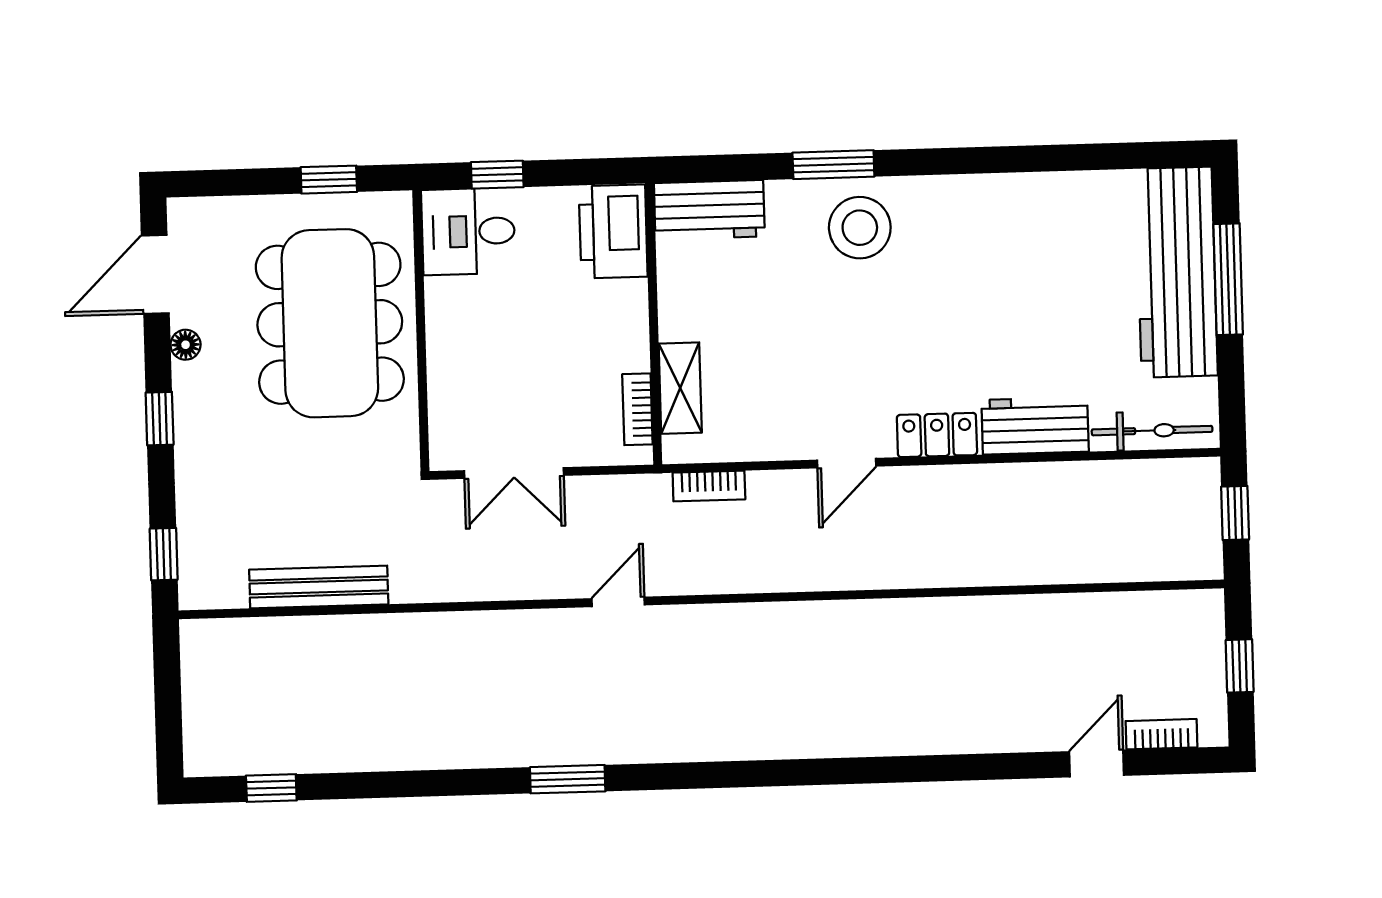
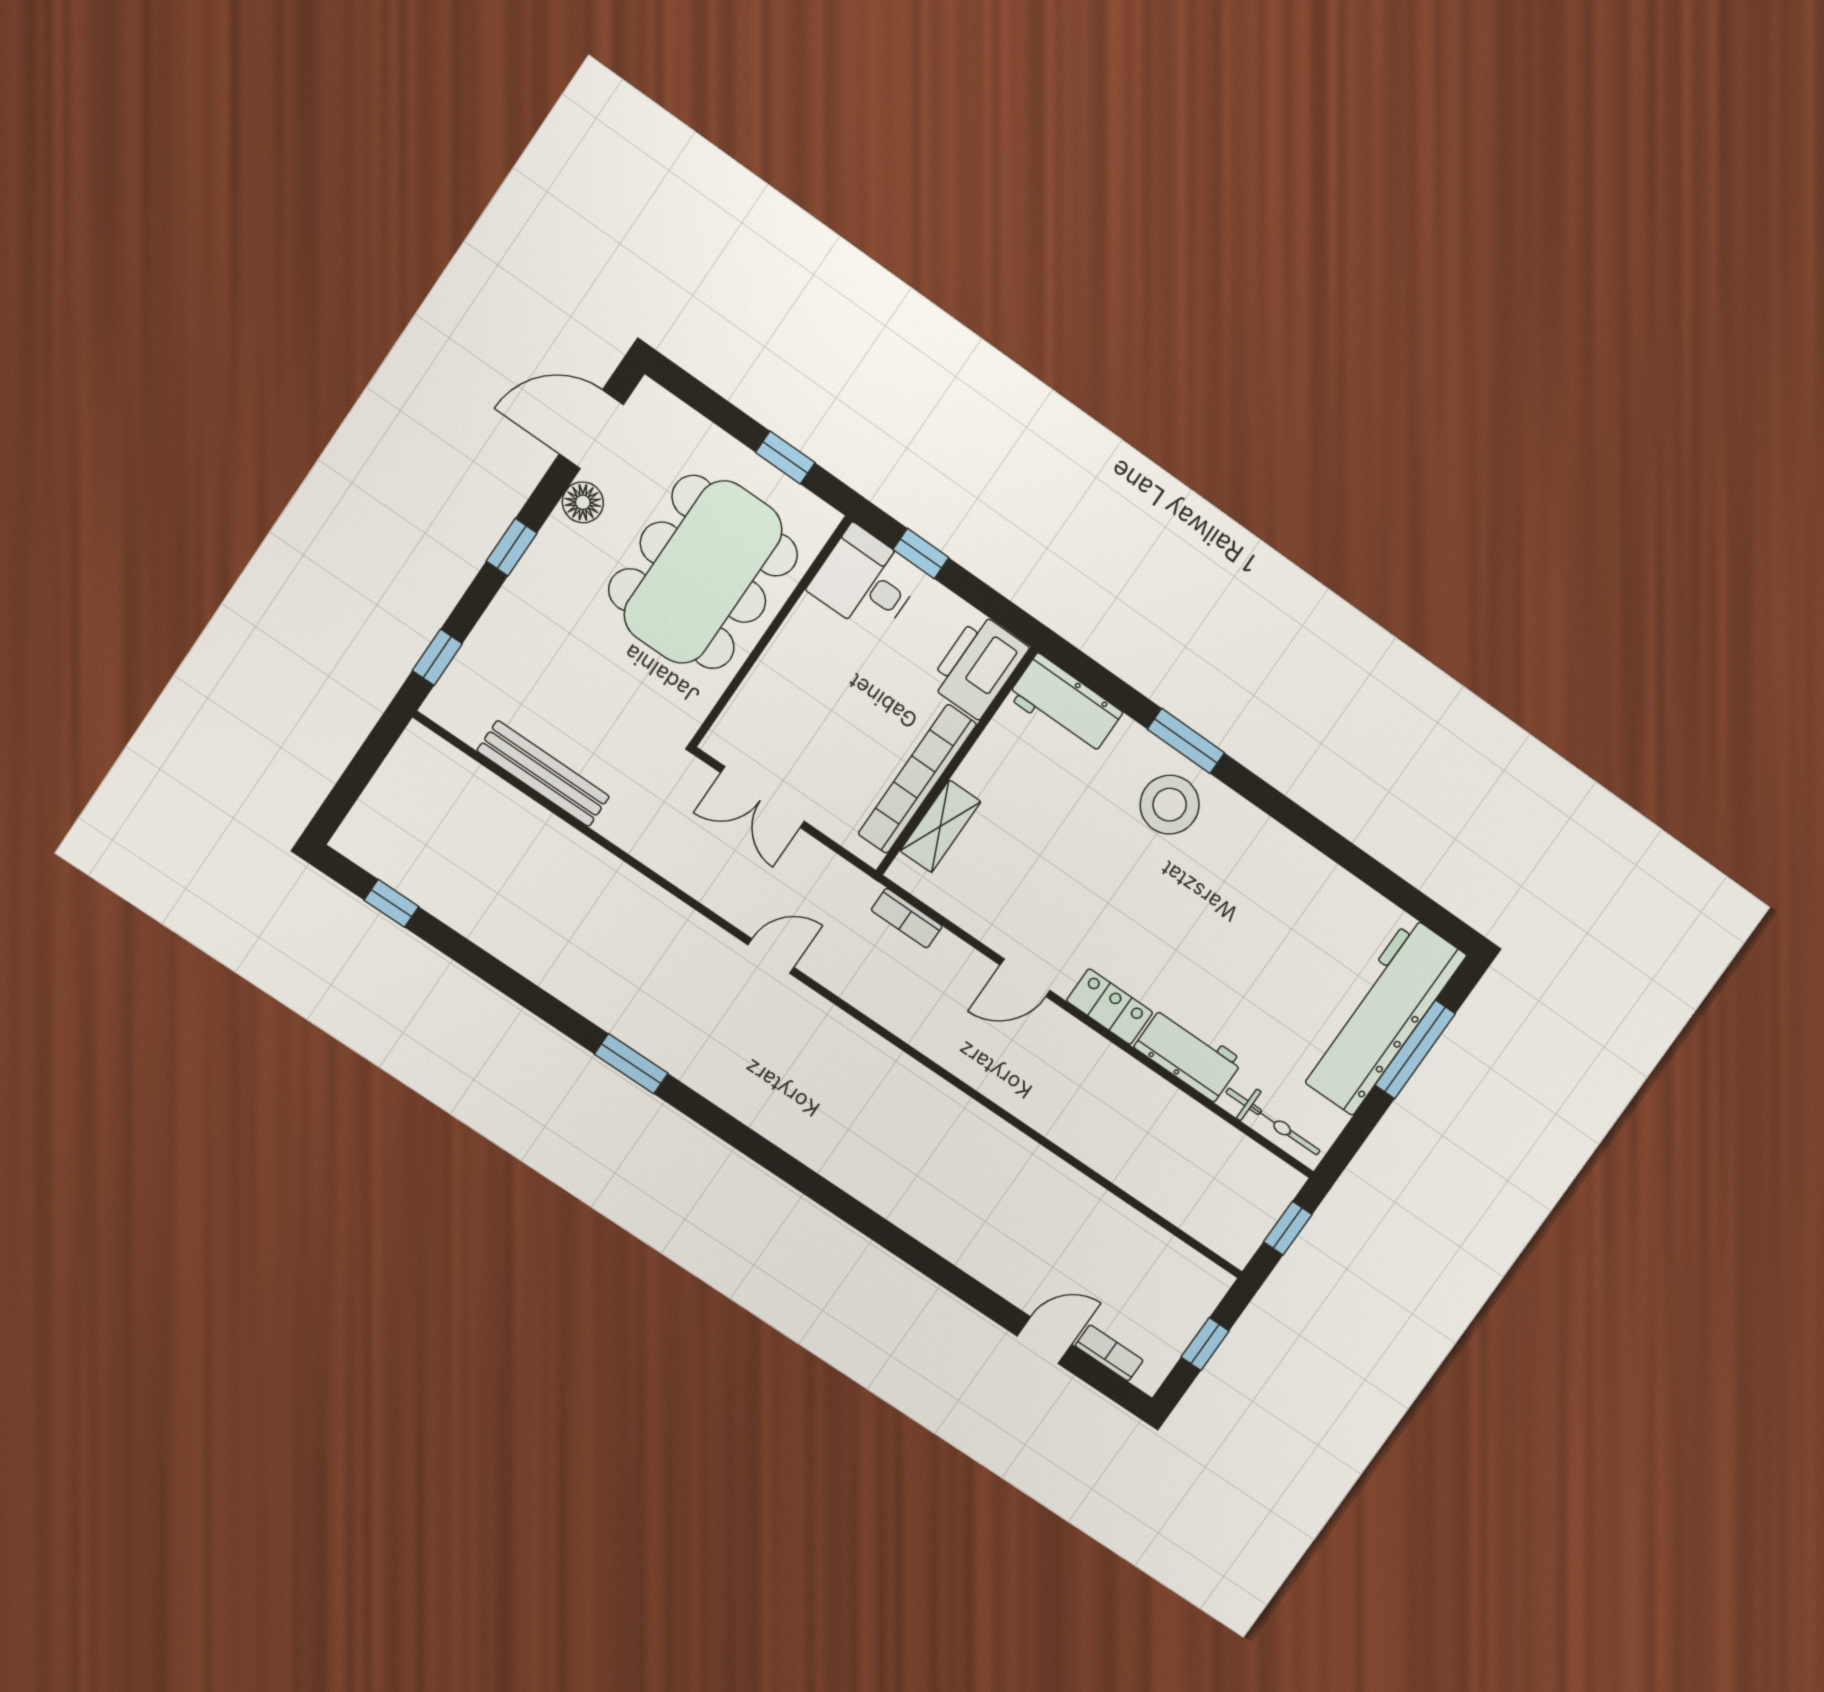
floor lamp: (186, 345) -> (583, 502), width x1.37, depth x1.37
bookcase: (637, 409) -> (917, 779), width x2.31, depth x1.31

